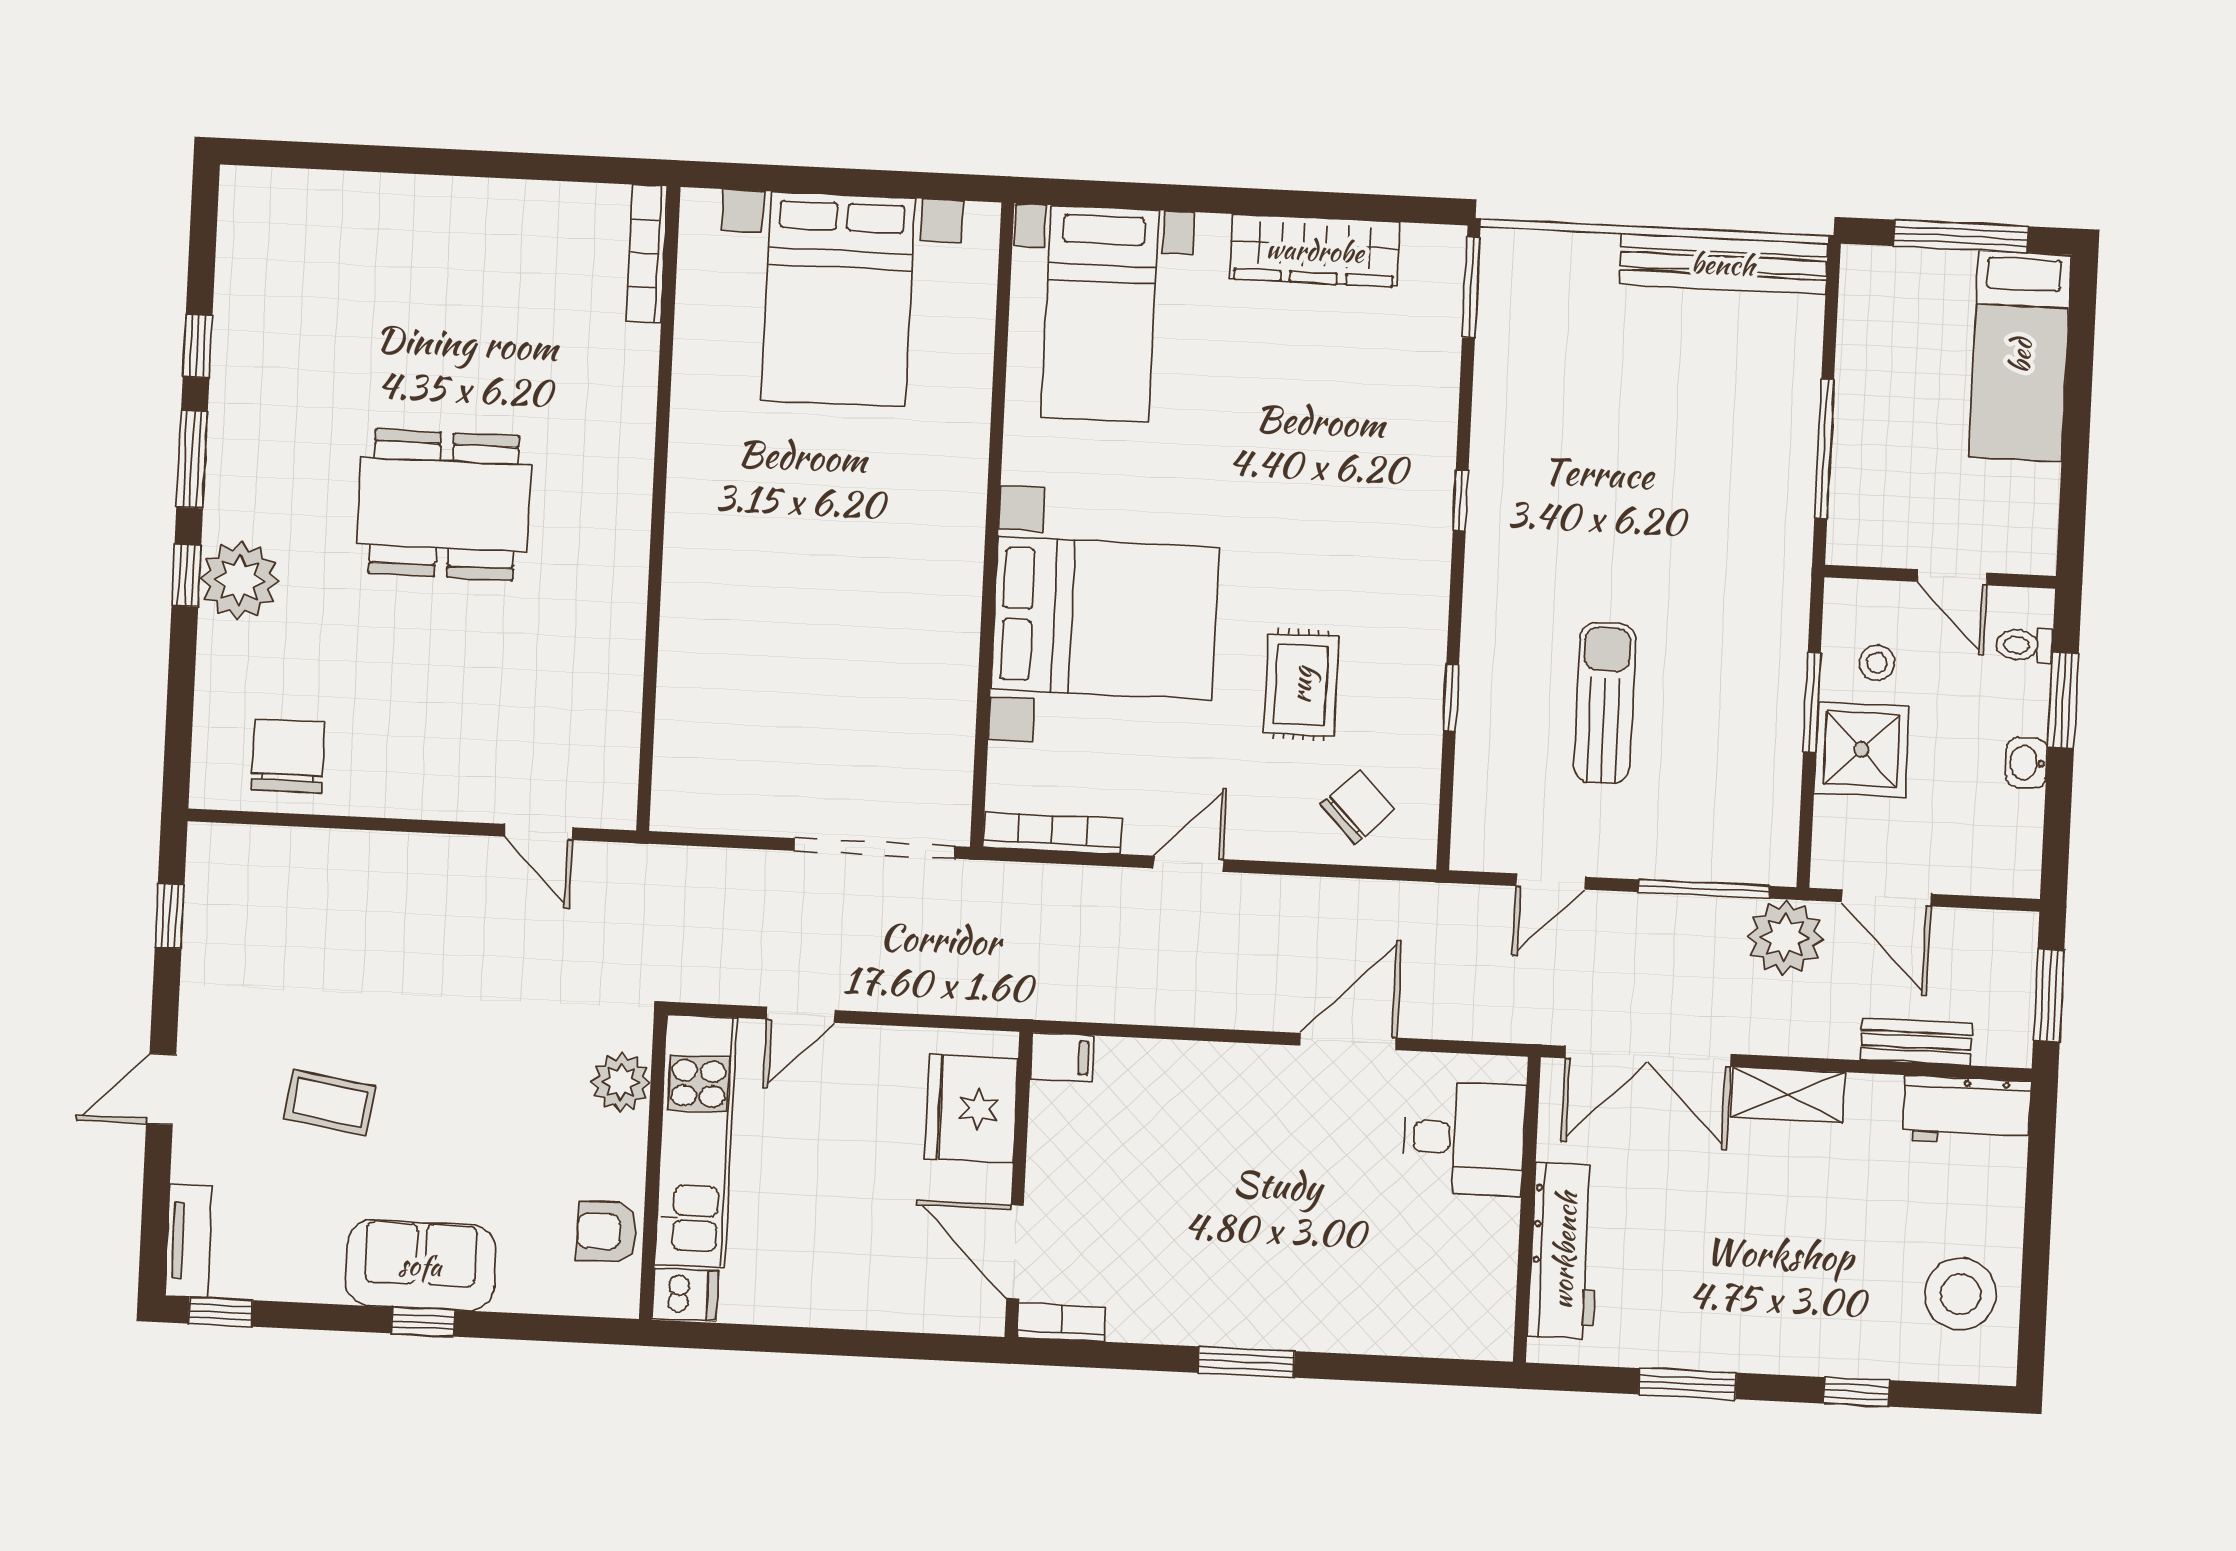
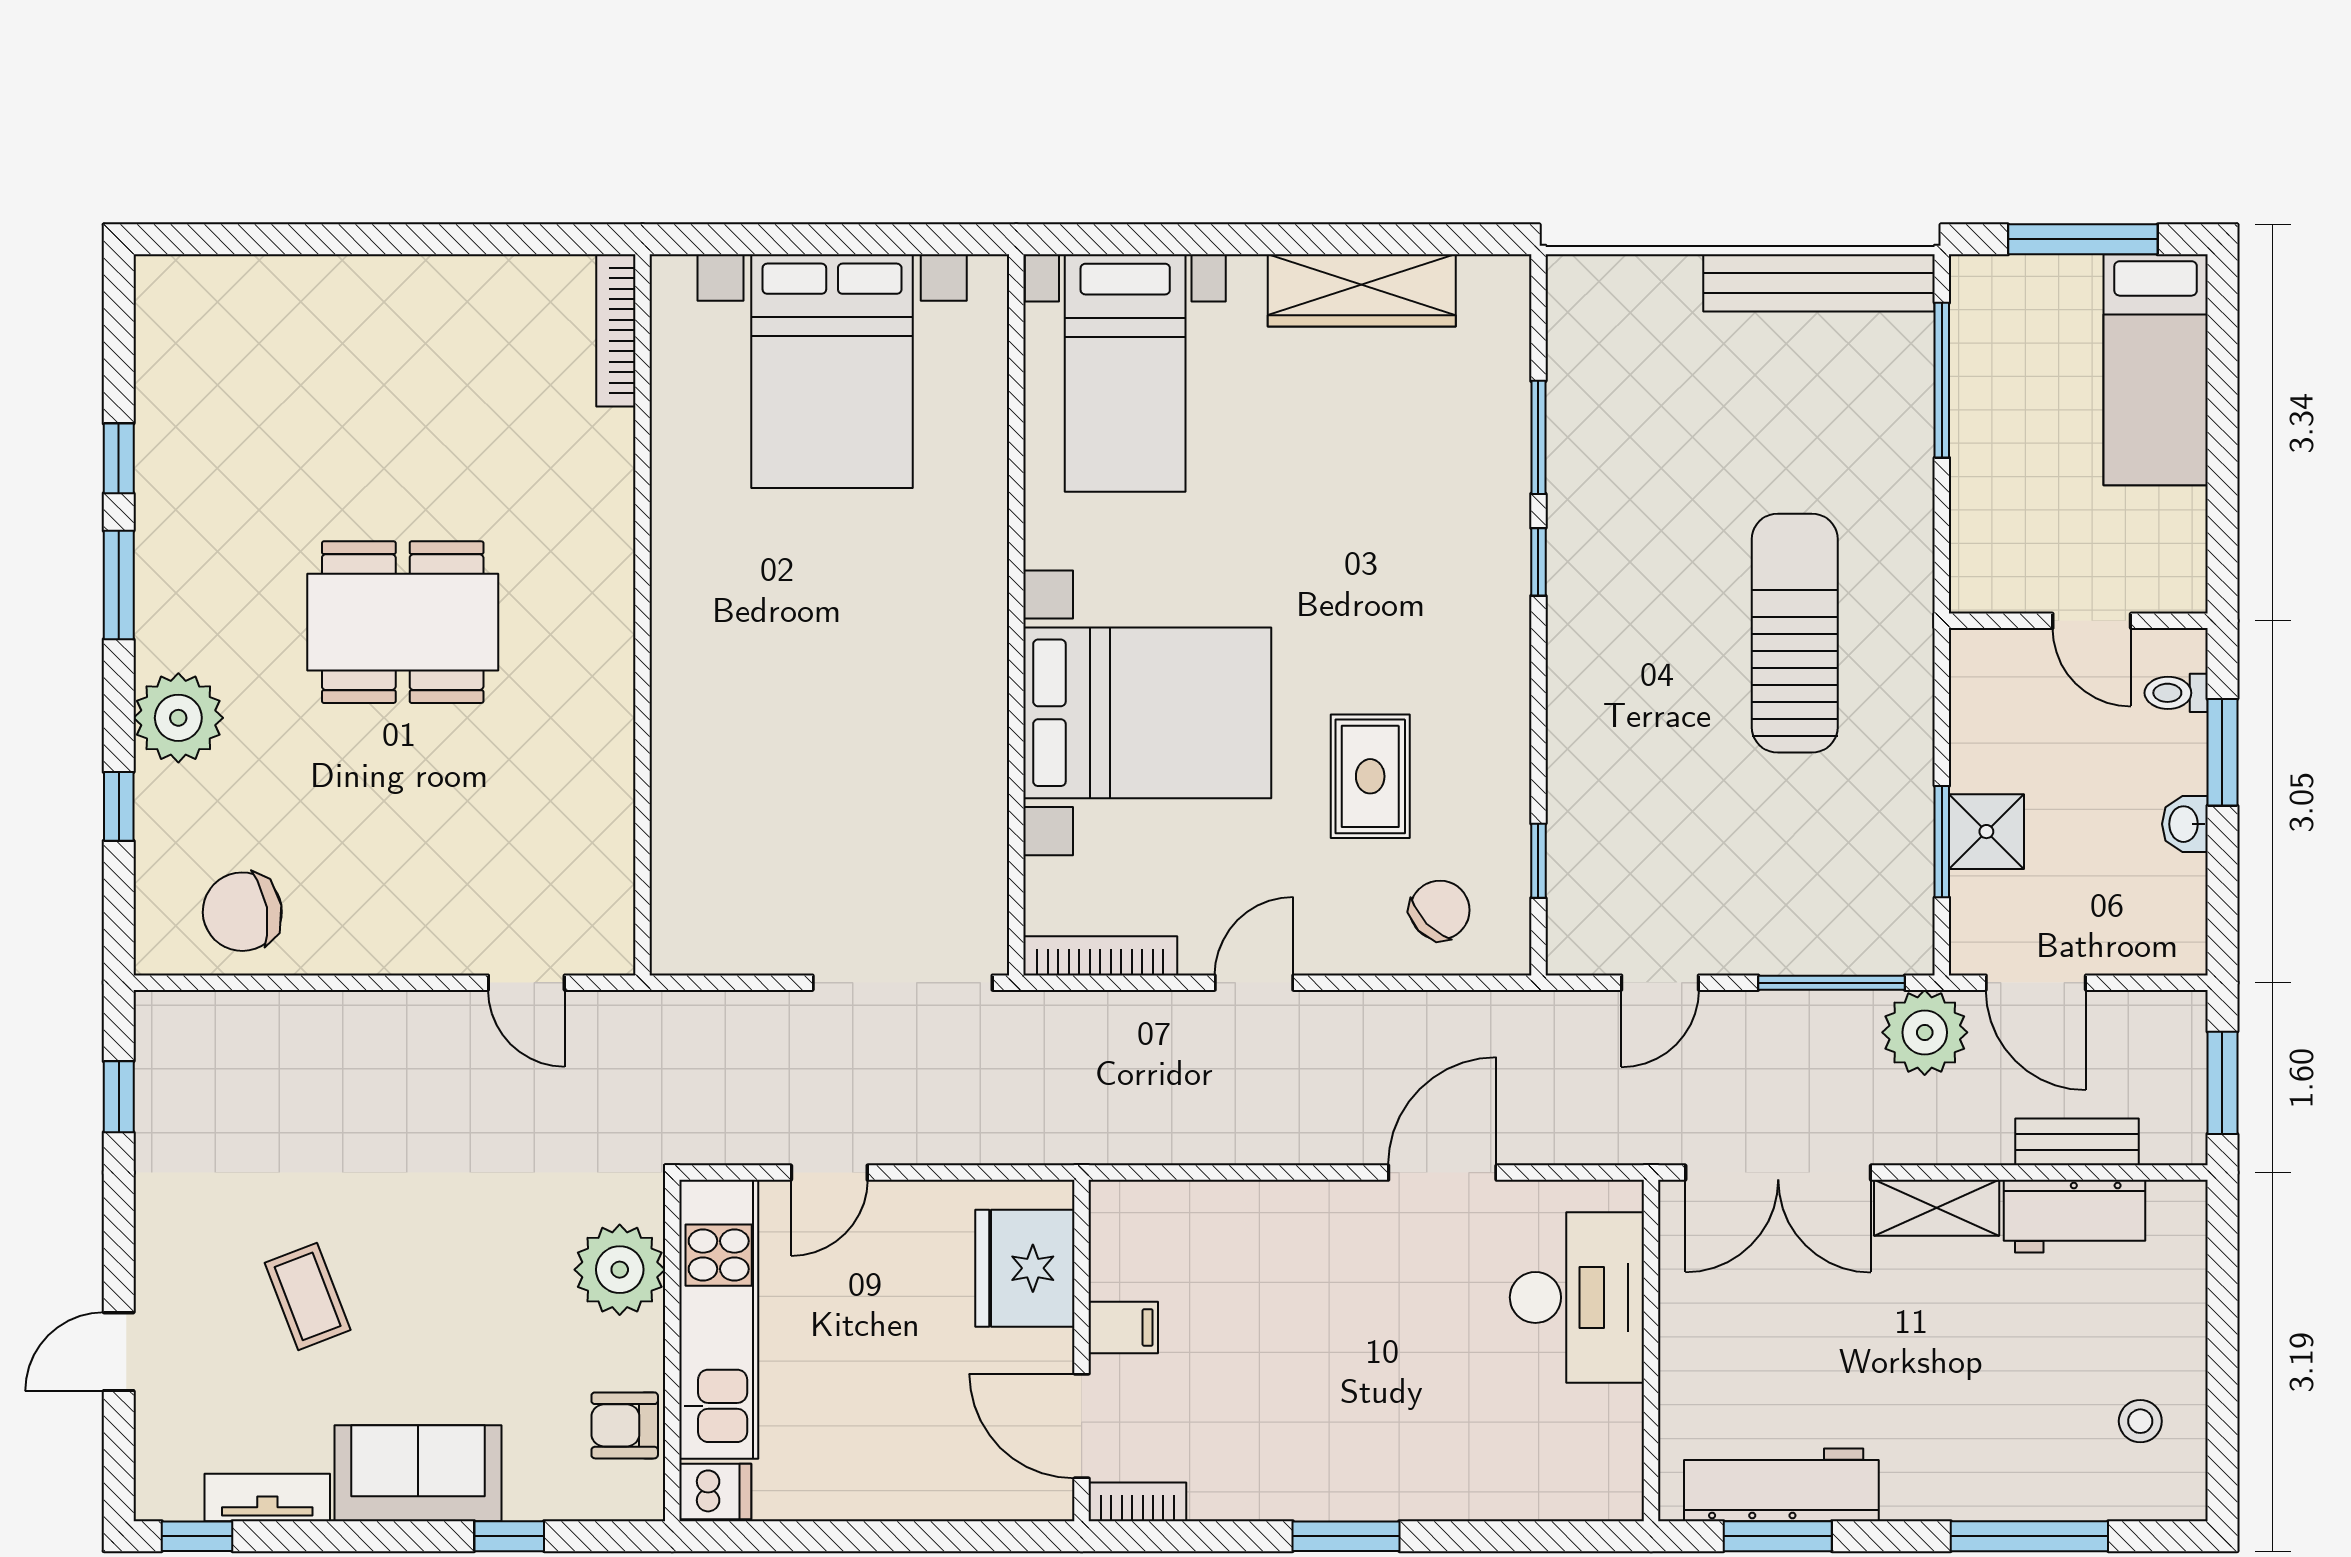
window: (1471, 287) -> (1538, 437), moved
window: (1824, 449) -> (1942, 380), moved
window: (186, 576) -> (119, 806), moved
stool: (1877, 663) -> (2012, 720), removed
window: (1451, 698) -> (1538, 861), moved
window: (1812, 702) -> (1942, 842), moved
sun lounger: (1605, 703) -> (1795, 633), moved, width x1.36, depth x1.34
shower: (1862, 749) -> (1986, 832), width x0.73, depth x0.73
chair: (288, 756) -> (242, 912), turned -100
filing cabinet: (1062, 1057) -> (1123, 1327), moved
plant: (621, 1082) -> (620, 1270), width x1.36, depth x1.36
door: (161, 1089) -> (119, 1352), moved
coffee table: (330, 1103) -> (308, 1296), turned 60
workbench: (1967, 1111) -> (2075, 1216), moved
desk: (1464, 1138) -> (1577, 1297), width x1.37
tv unit: (188, 1241) -> (267, 1497), moved, turned -90
workbench: (1564, 1251) -> (1781, 1485), moved, turned -90
stool: (1961, 1294) -> (2140, 1421), width x0.53, depth x0.53
window: (423, 1322) -> (509, 1536), moved
window: (1687, 1384) -> (1778, 1536), moved
window: (1857, 1392) -> (2029, 1536), width x2.17

